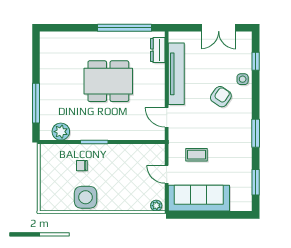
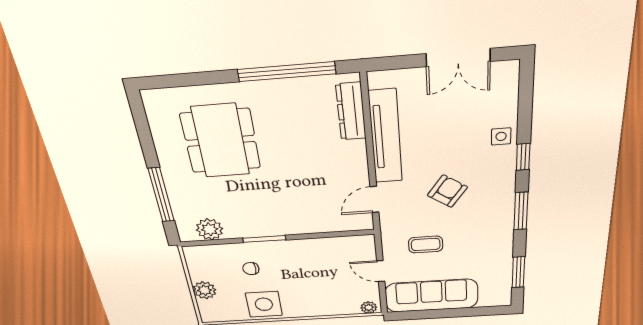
dresser: (158, 50) -> (351, 111), width x1.44
window: (256, 61) -> (523, 157), moved
dining table: (108, 81) -> (221, 141), moved, turned 90
armchair: (221, 97) -> (447, 191), moved
door: (167, 117) -> (374, 200), hinge flipped
plant: (48, 182) -> (205, 290), added

